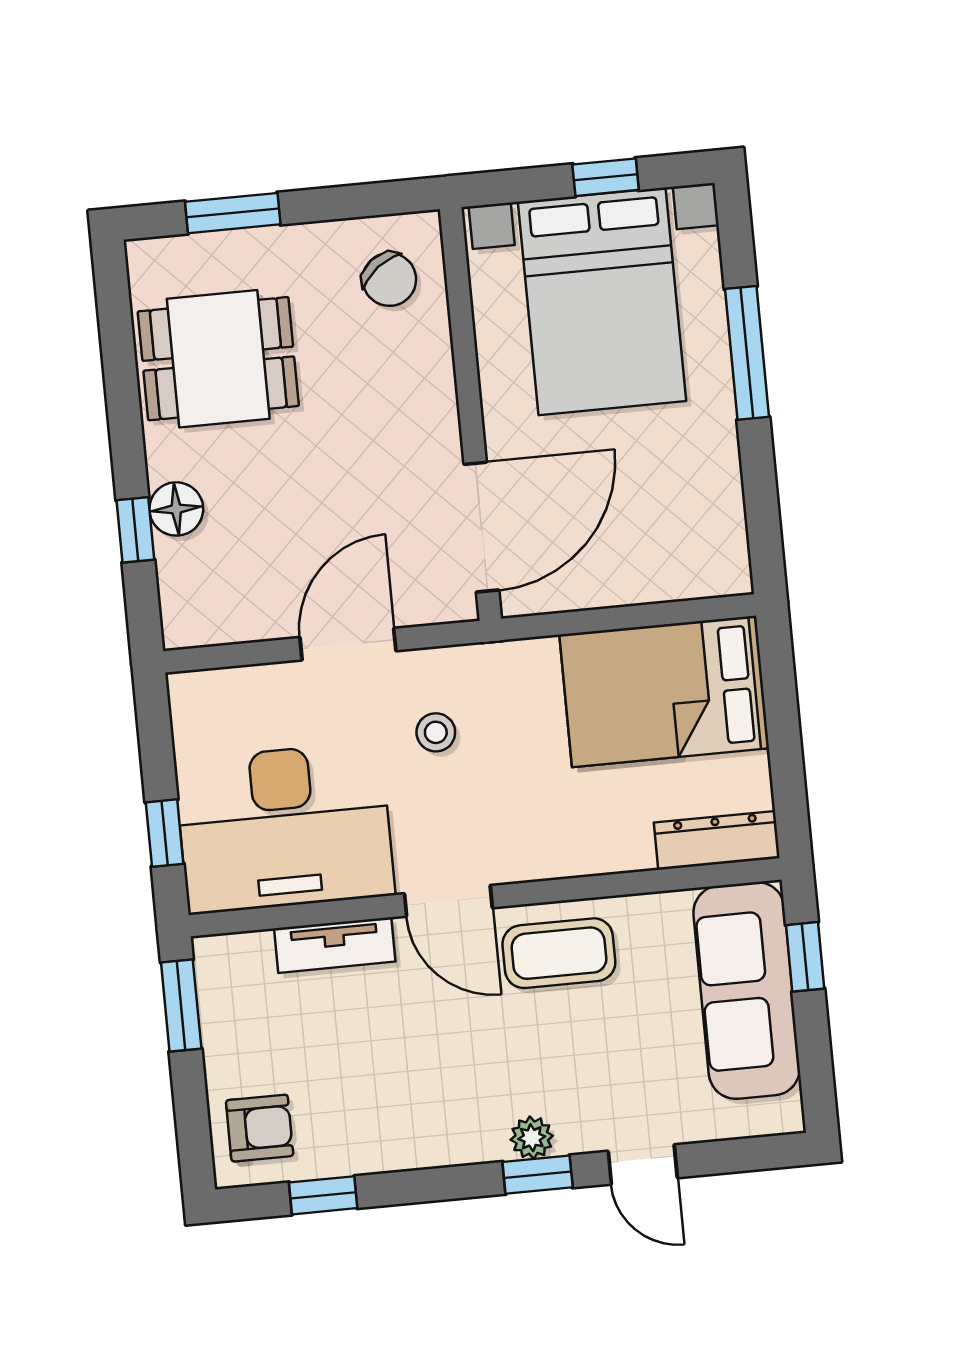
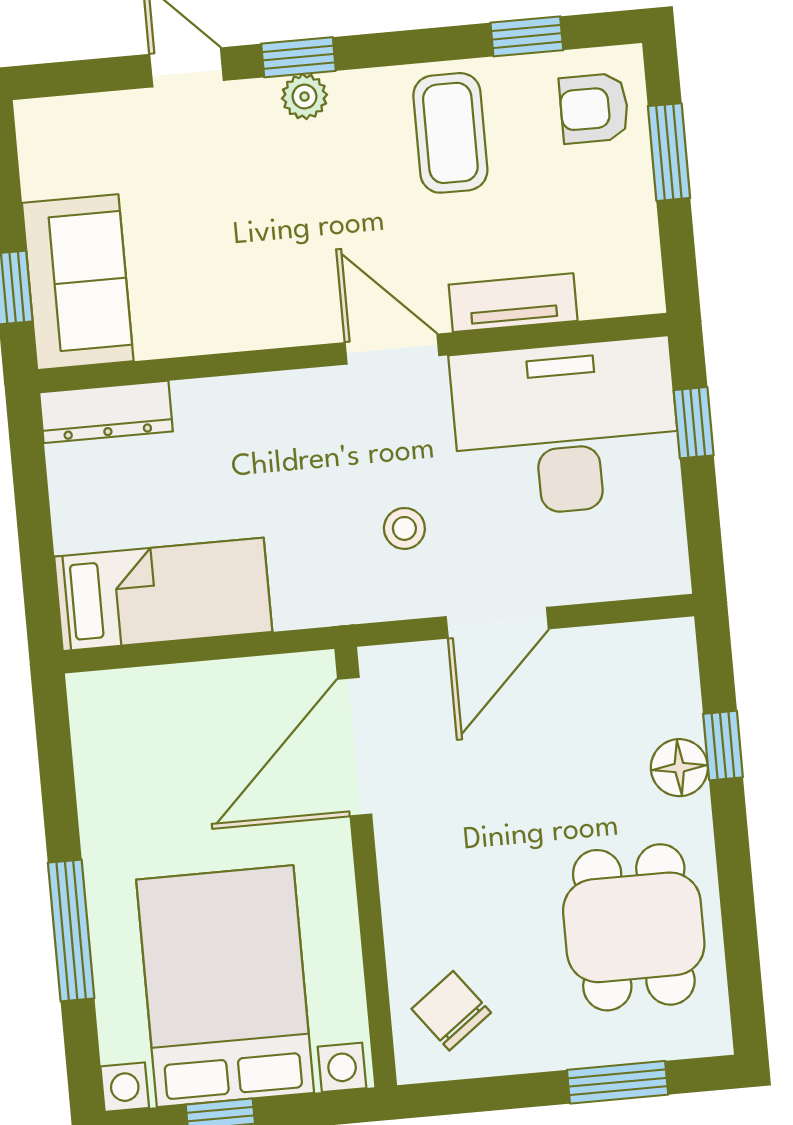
dining table: (218, 359) -> (634, 927), turned 90
bed: (664, 691) -> (163, 594), width x0.67
coffee table: (559, 953) -> (450, 133), moved, turned 90
sofa: (747, 990) -> (78, 282), width x0.73
window: (181, 1006) -> (669, 152), moved

